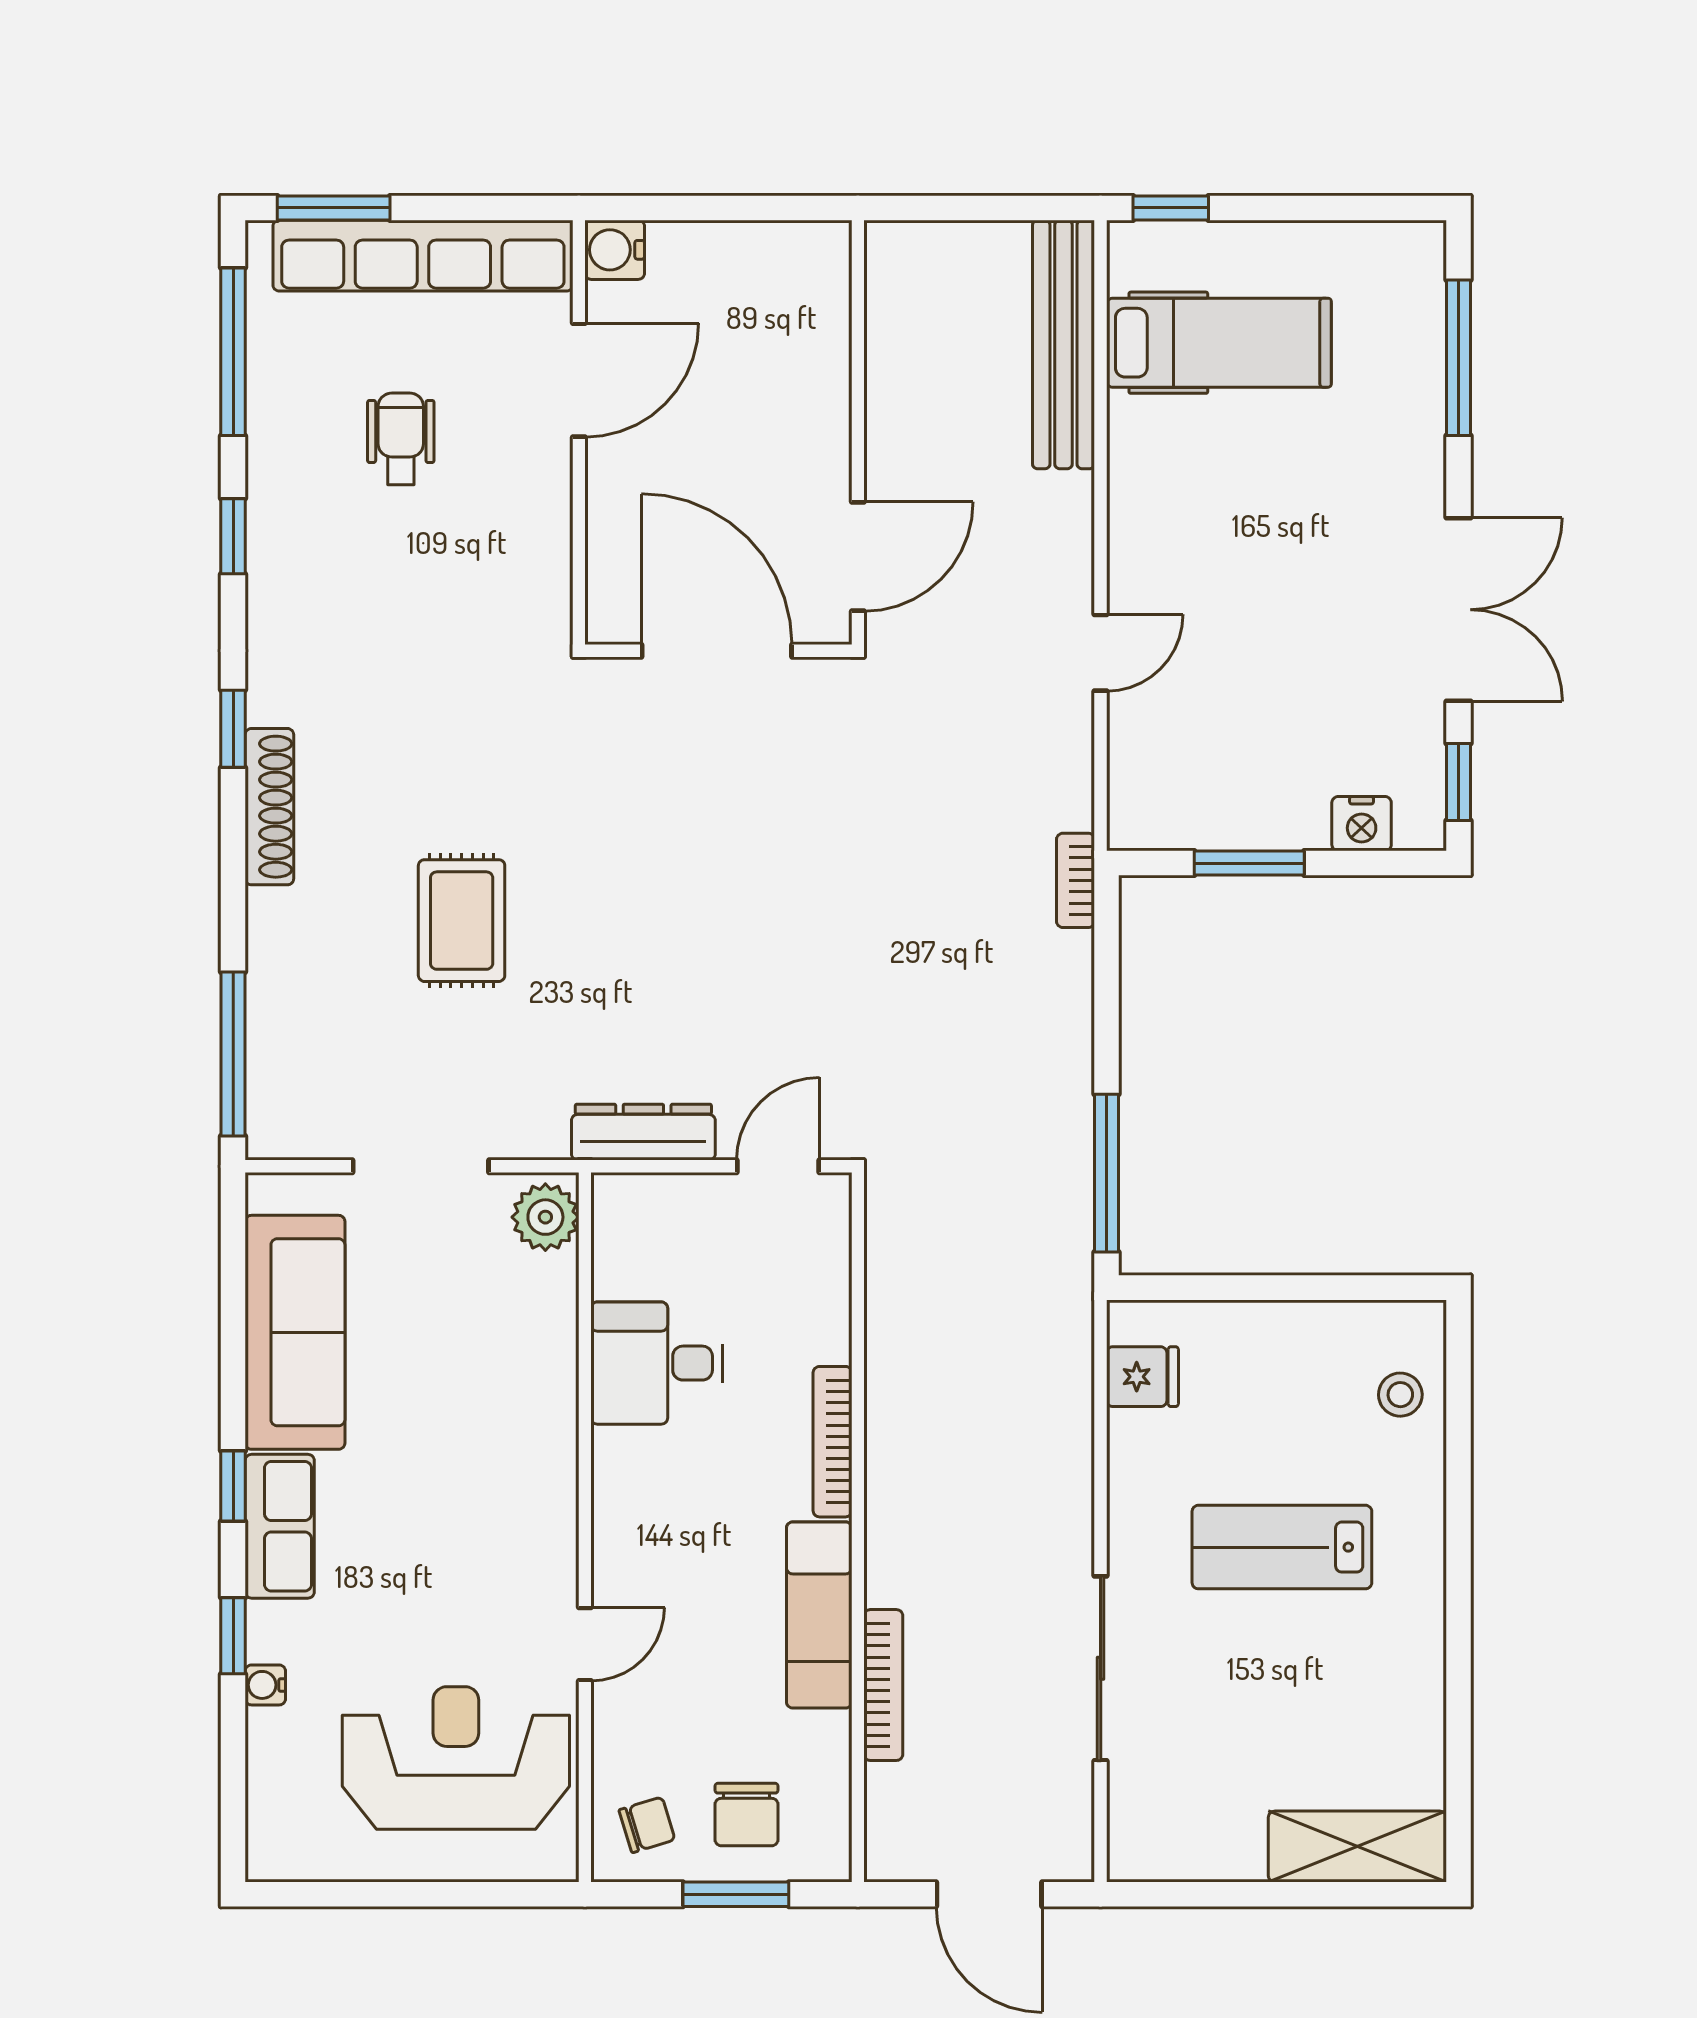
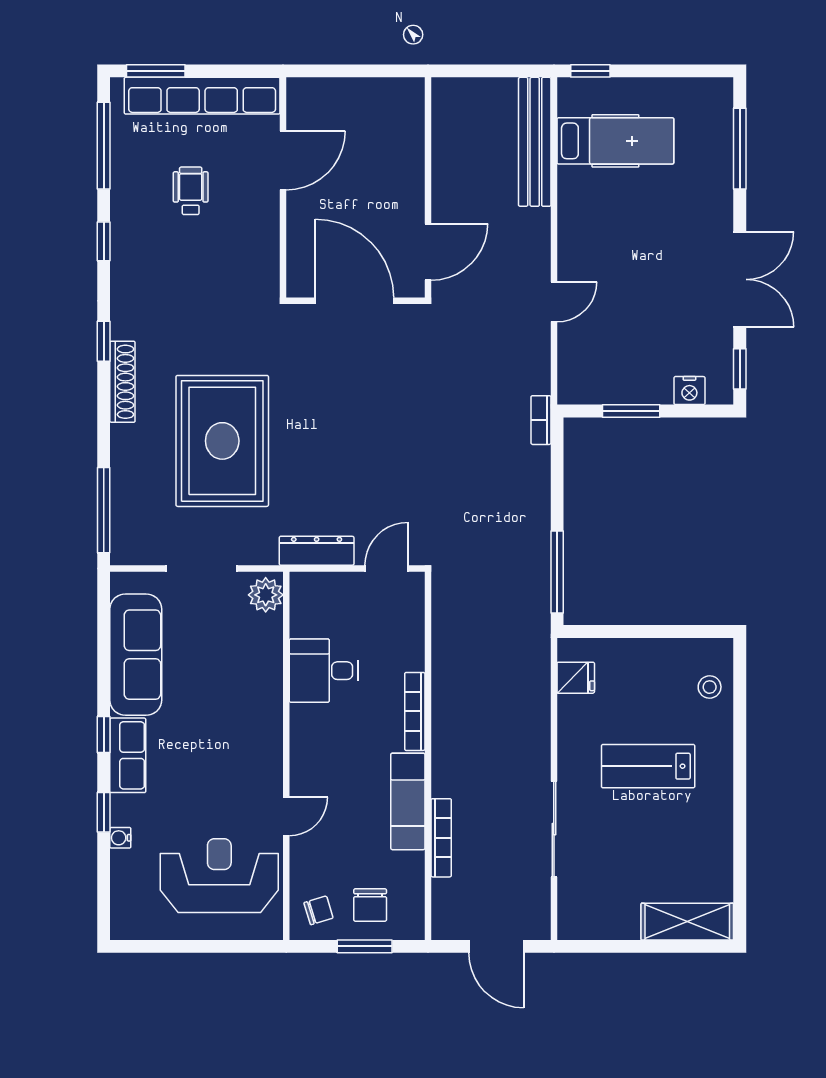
water cooler: (615, 250) -> (302, 93), removed
rug: (462, 921) -> (222, 441), width x1.86, depth x2.06

